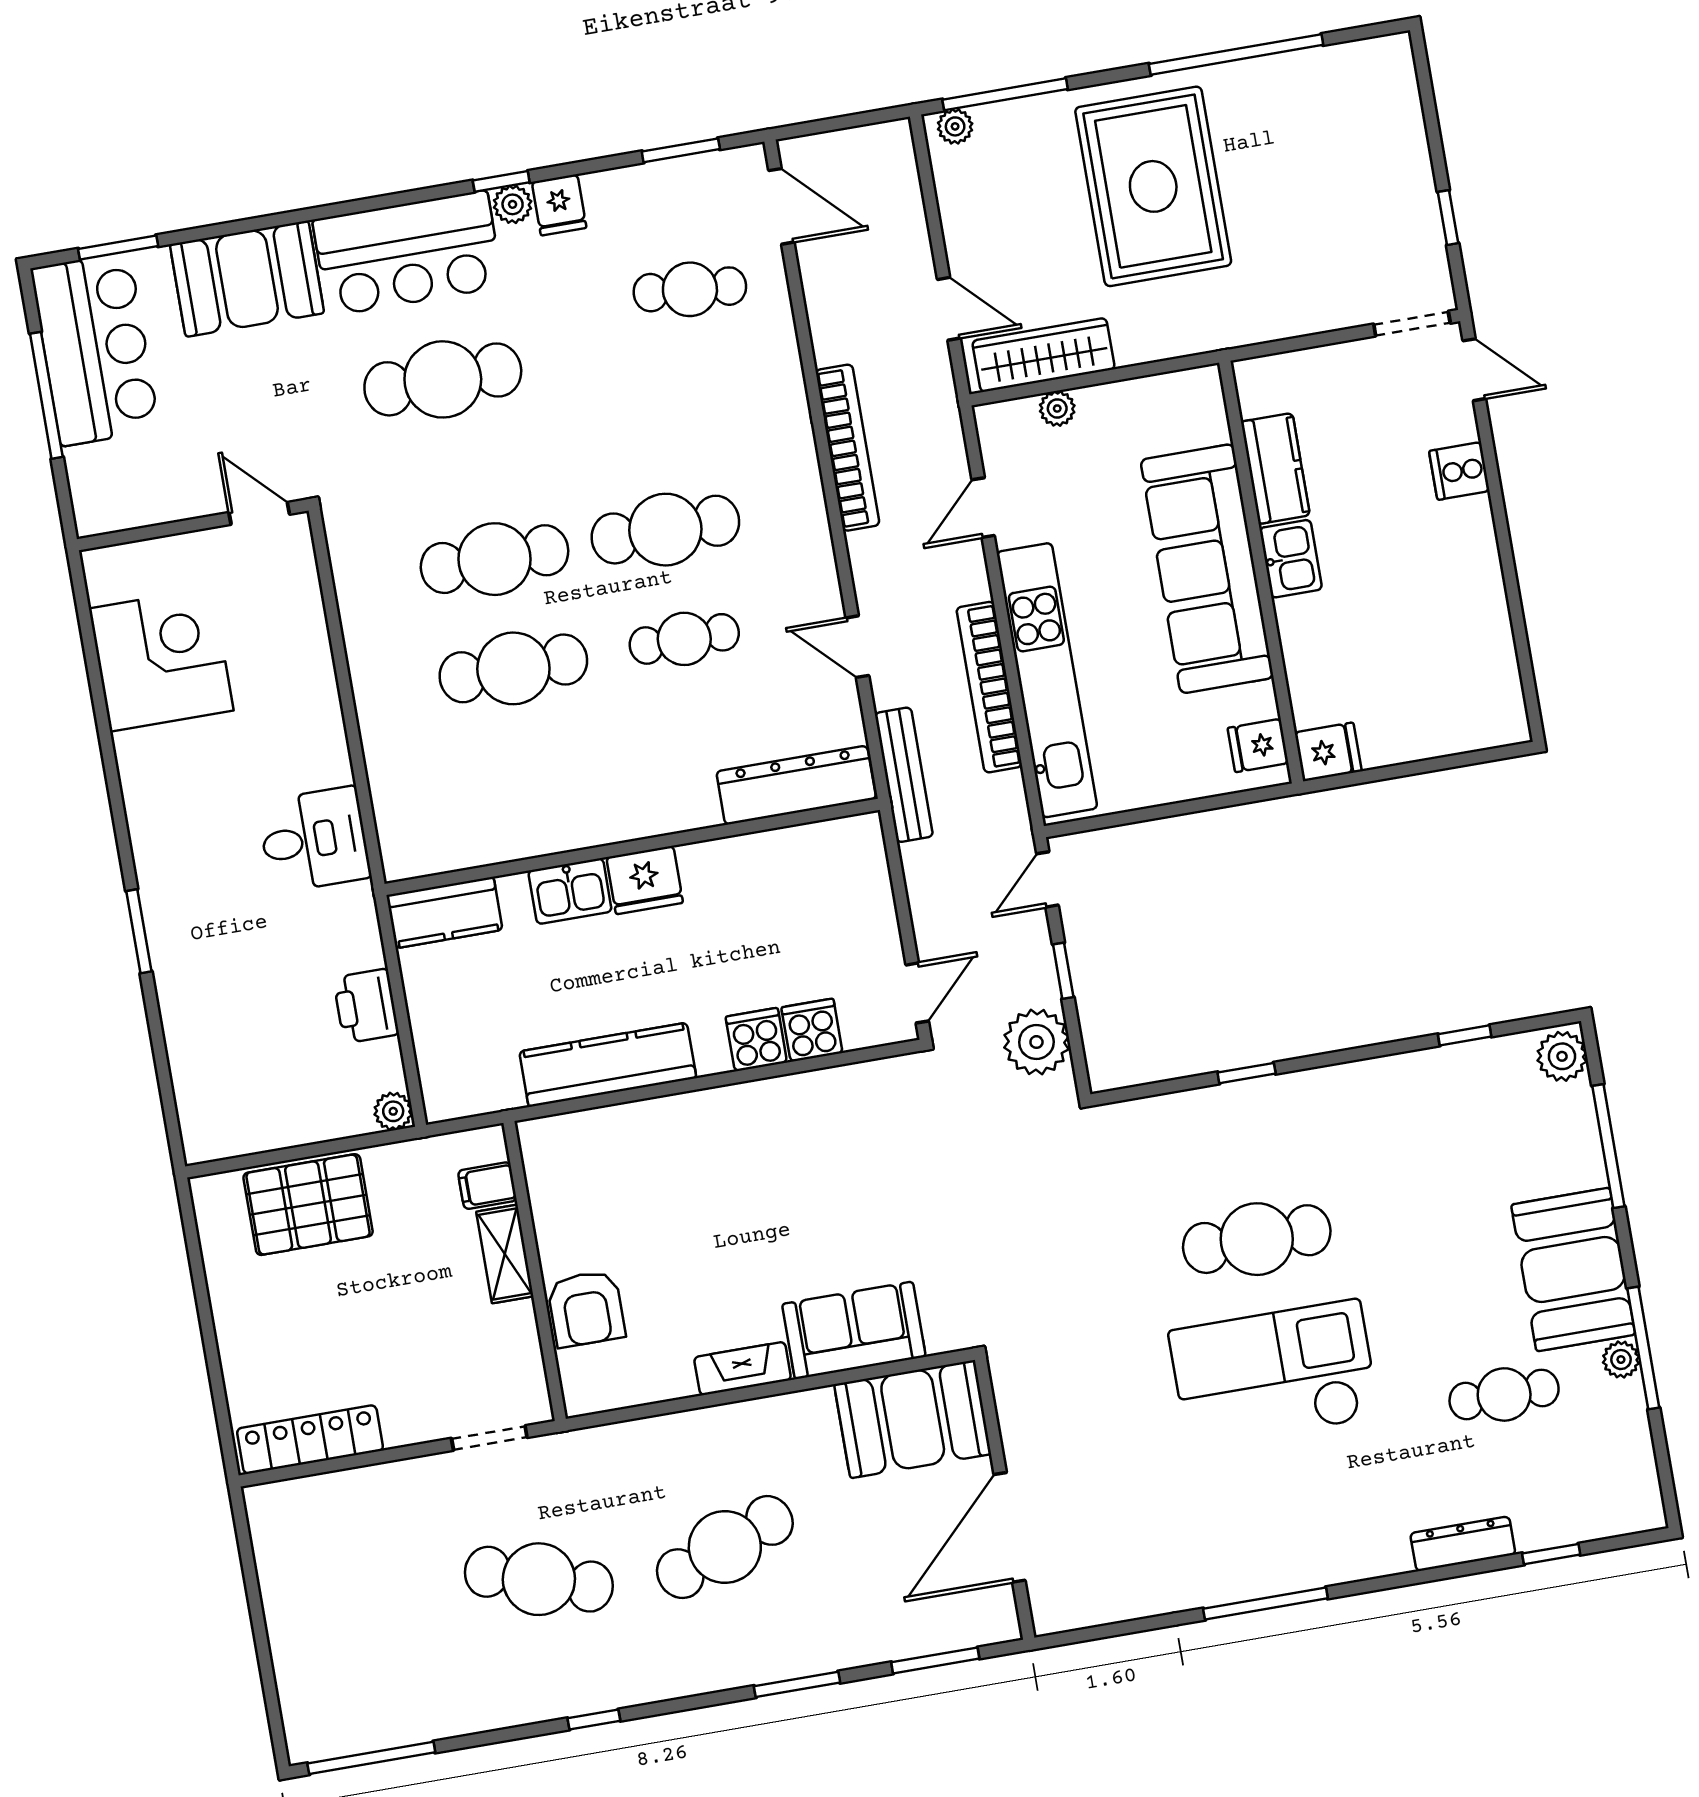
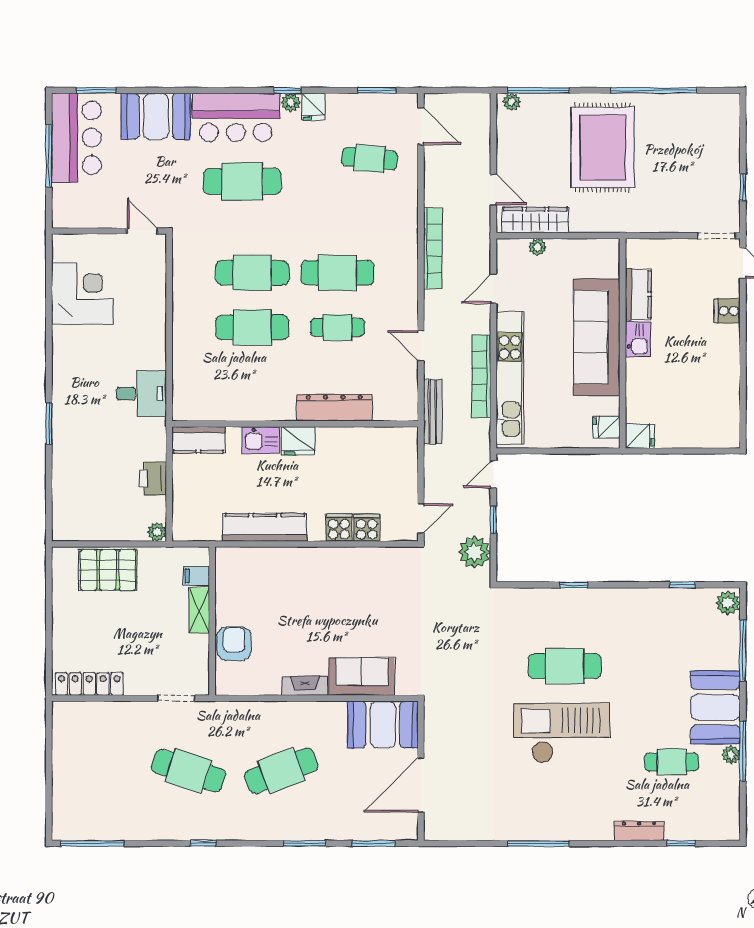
dresser: (796, 785) -> (334, 408), moved
armchair: (586, 1309) -> (234, 644), turned 180

